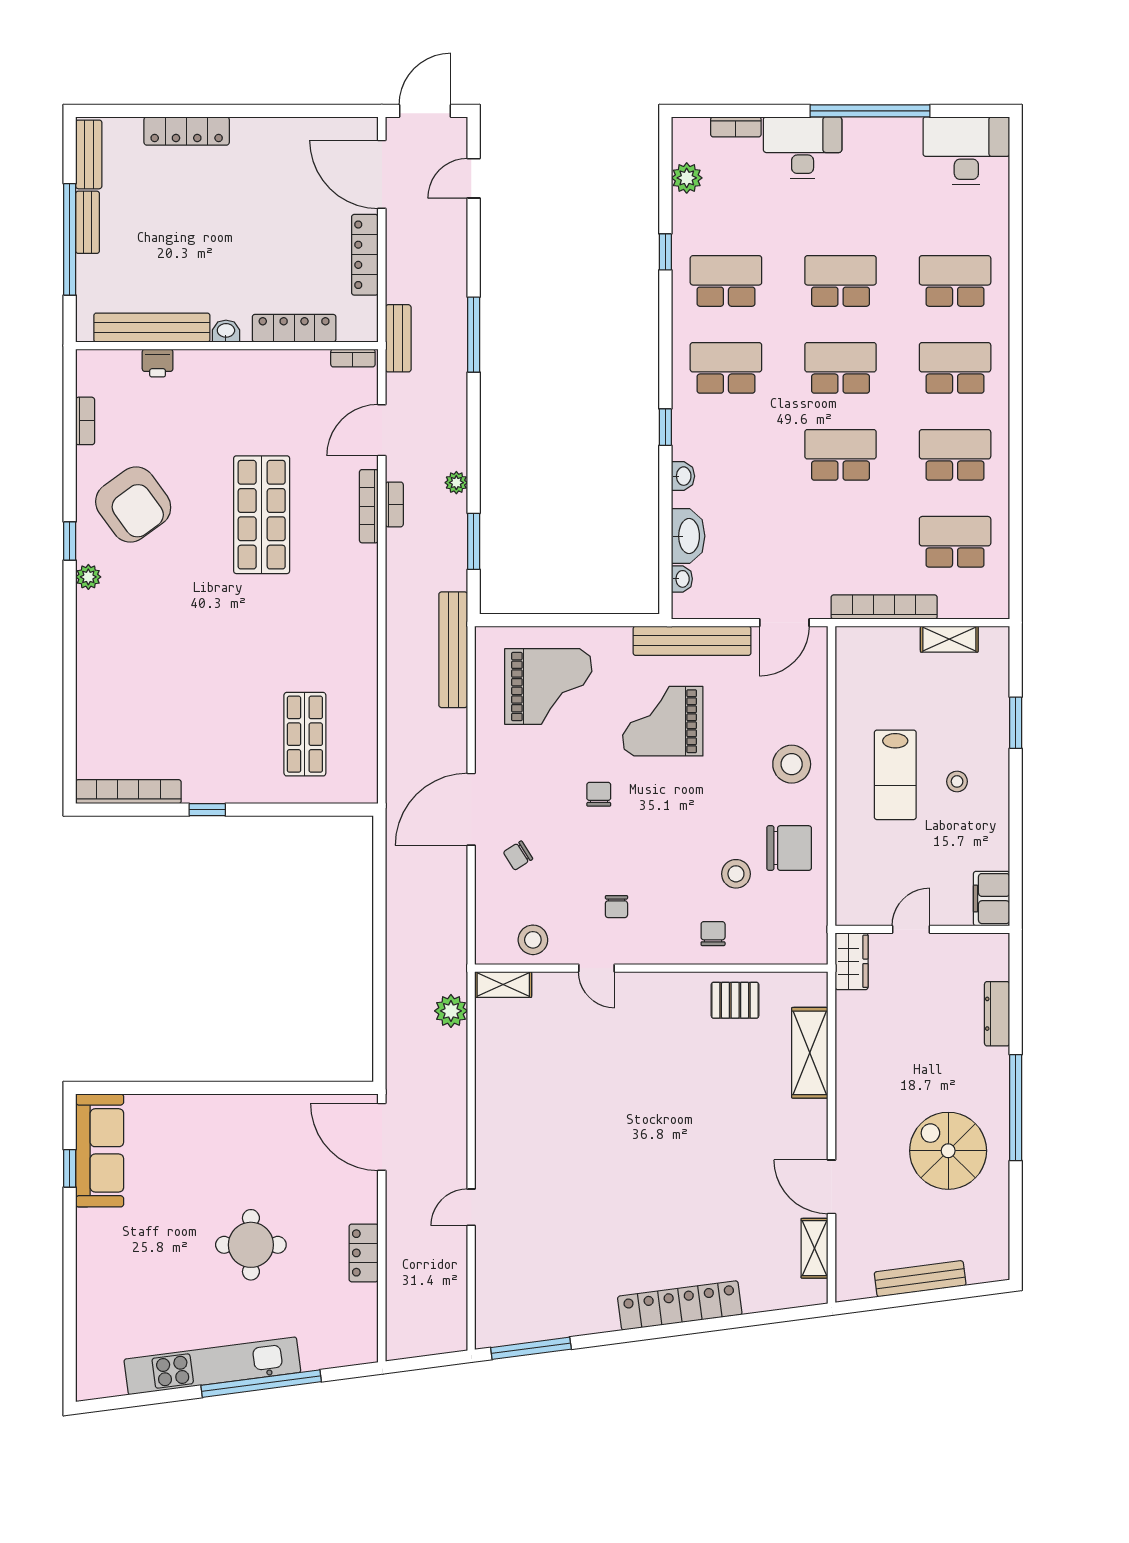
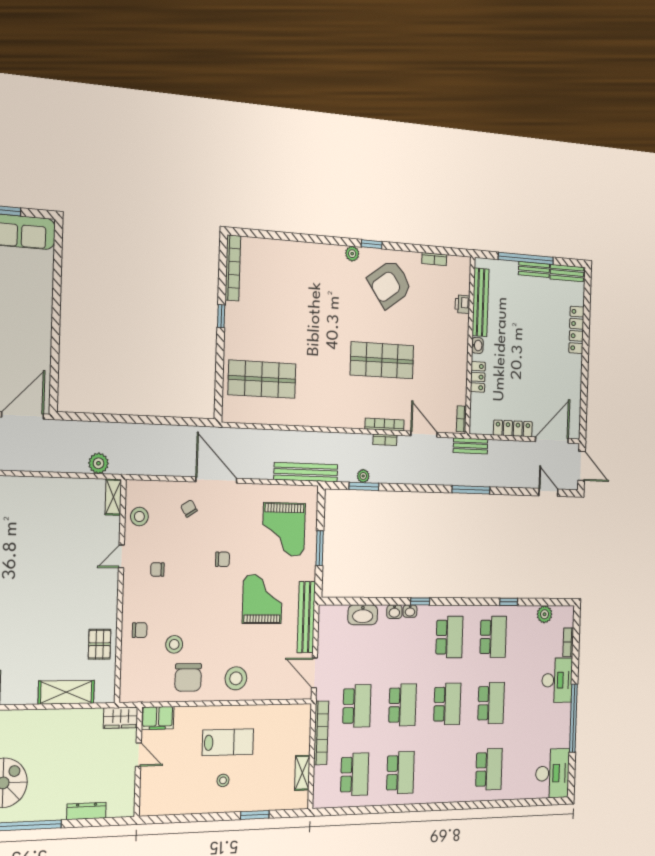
locker: (294, 328) -> (478, 377), width x0.66
school desk: (955, 368) -> (357, 706), moved
plant: (456, 483) -> (363, 476), moved
washbasin: (682, 579) -> (410, 611), moved
window: (578, 620) -> (320, 548), added
shop shelf: (305, 734) -> (262, 379), width x1.43, depth x1.36
lab bench: (895, 775) -> (228, 742), turned 180
filing cabinet: (992, 899) -> (158, 718), moved, turned 180

